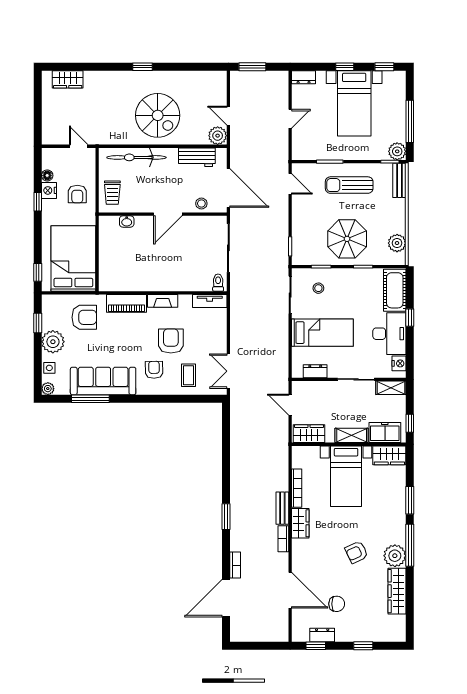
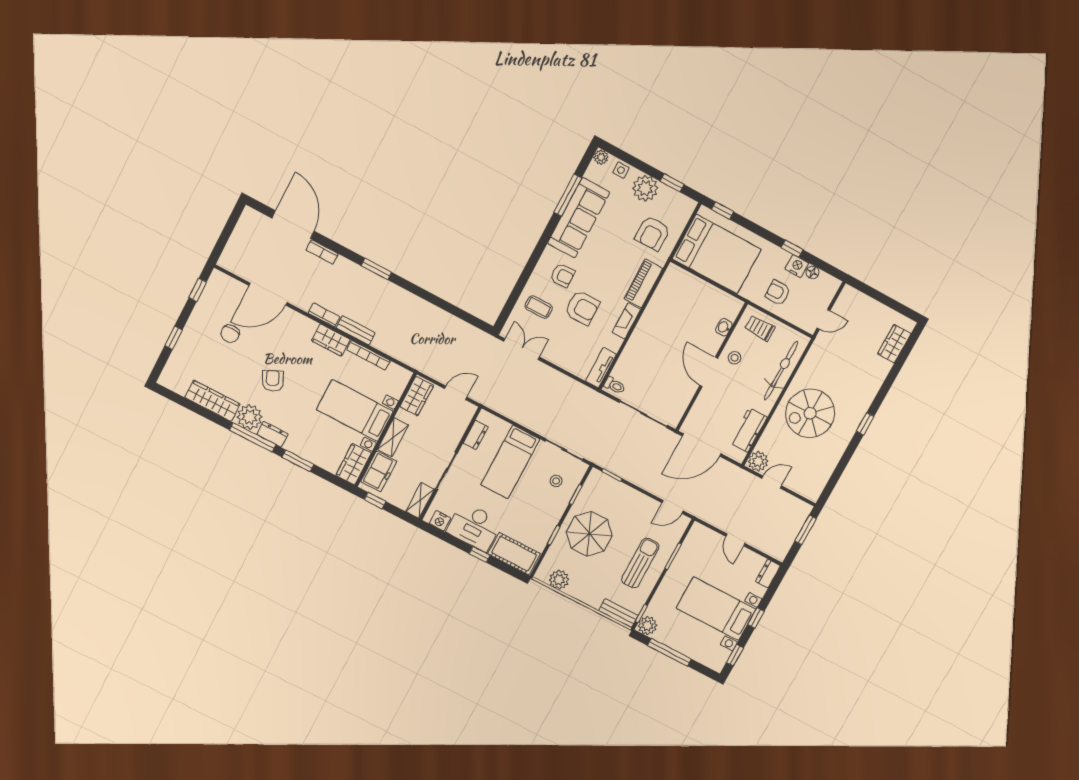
stool: (201, 203) -> (735, 358), moved
dresser: (322, 635) -> (272, 434), moved, turned -90

